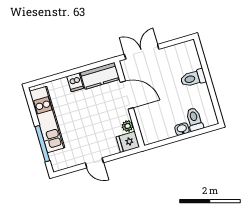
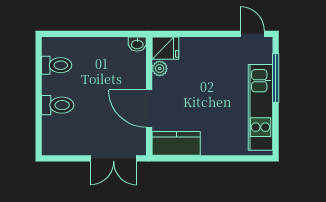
dishwasher: (75, 82) -> (210, 144), removed
toilet: (194, 119) -> (57, 65), moved, turned -90
washbasin: (182, 129) -> (137, 44), moved
door: (94, 163) -> (252, 34), moved

